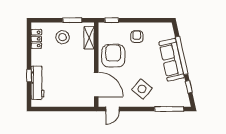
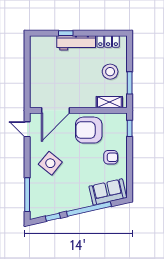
armchair: (113, 56) -> (89, 130), turned 180
sofa: (172, 60) -> (108, 192), moved, width x0.73
workbench: (38, 83) -> (76, 43), moved

